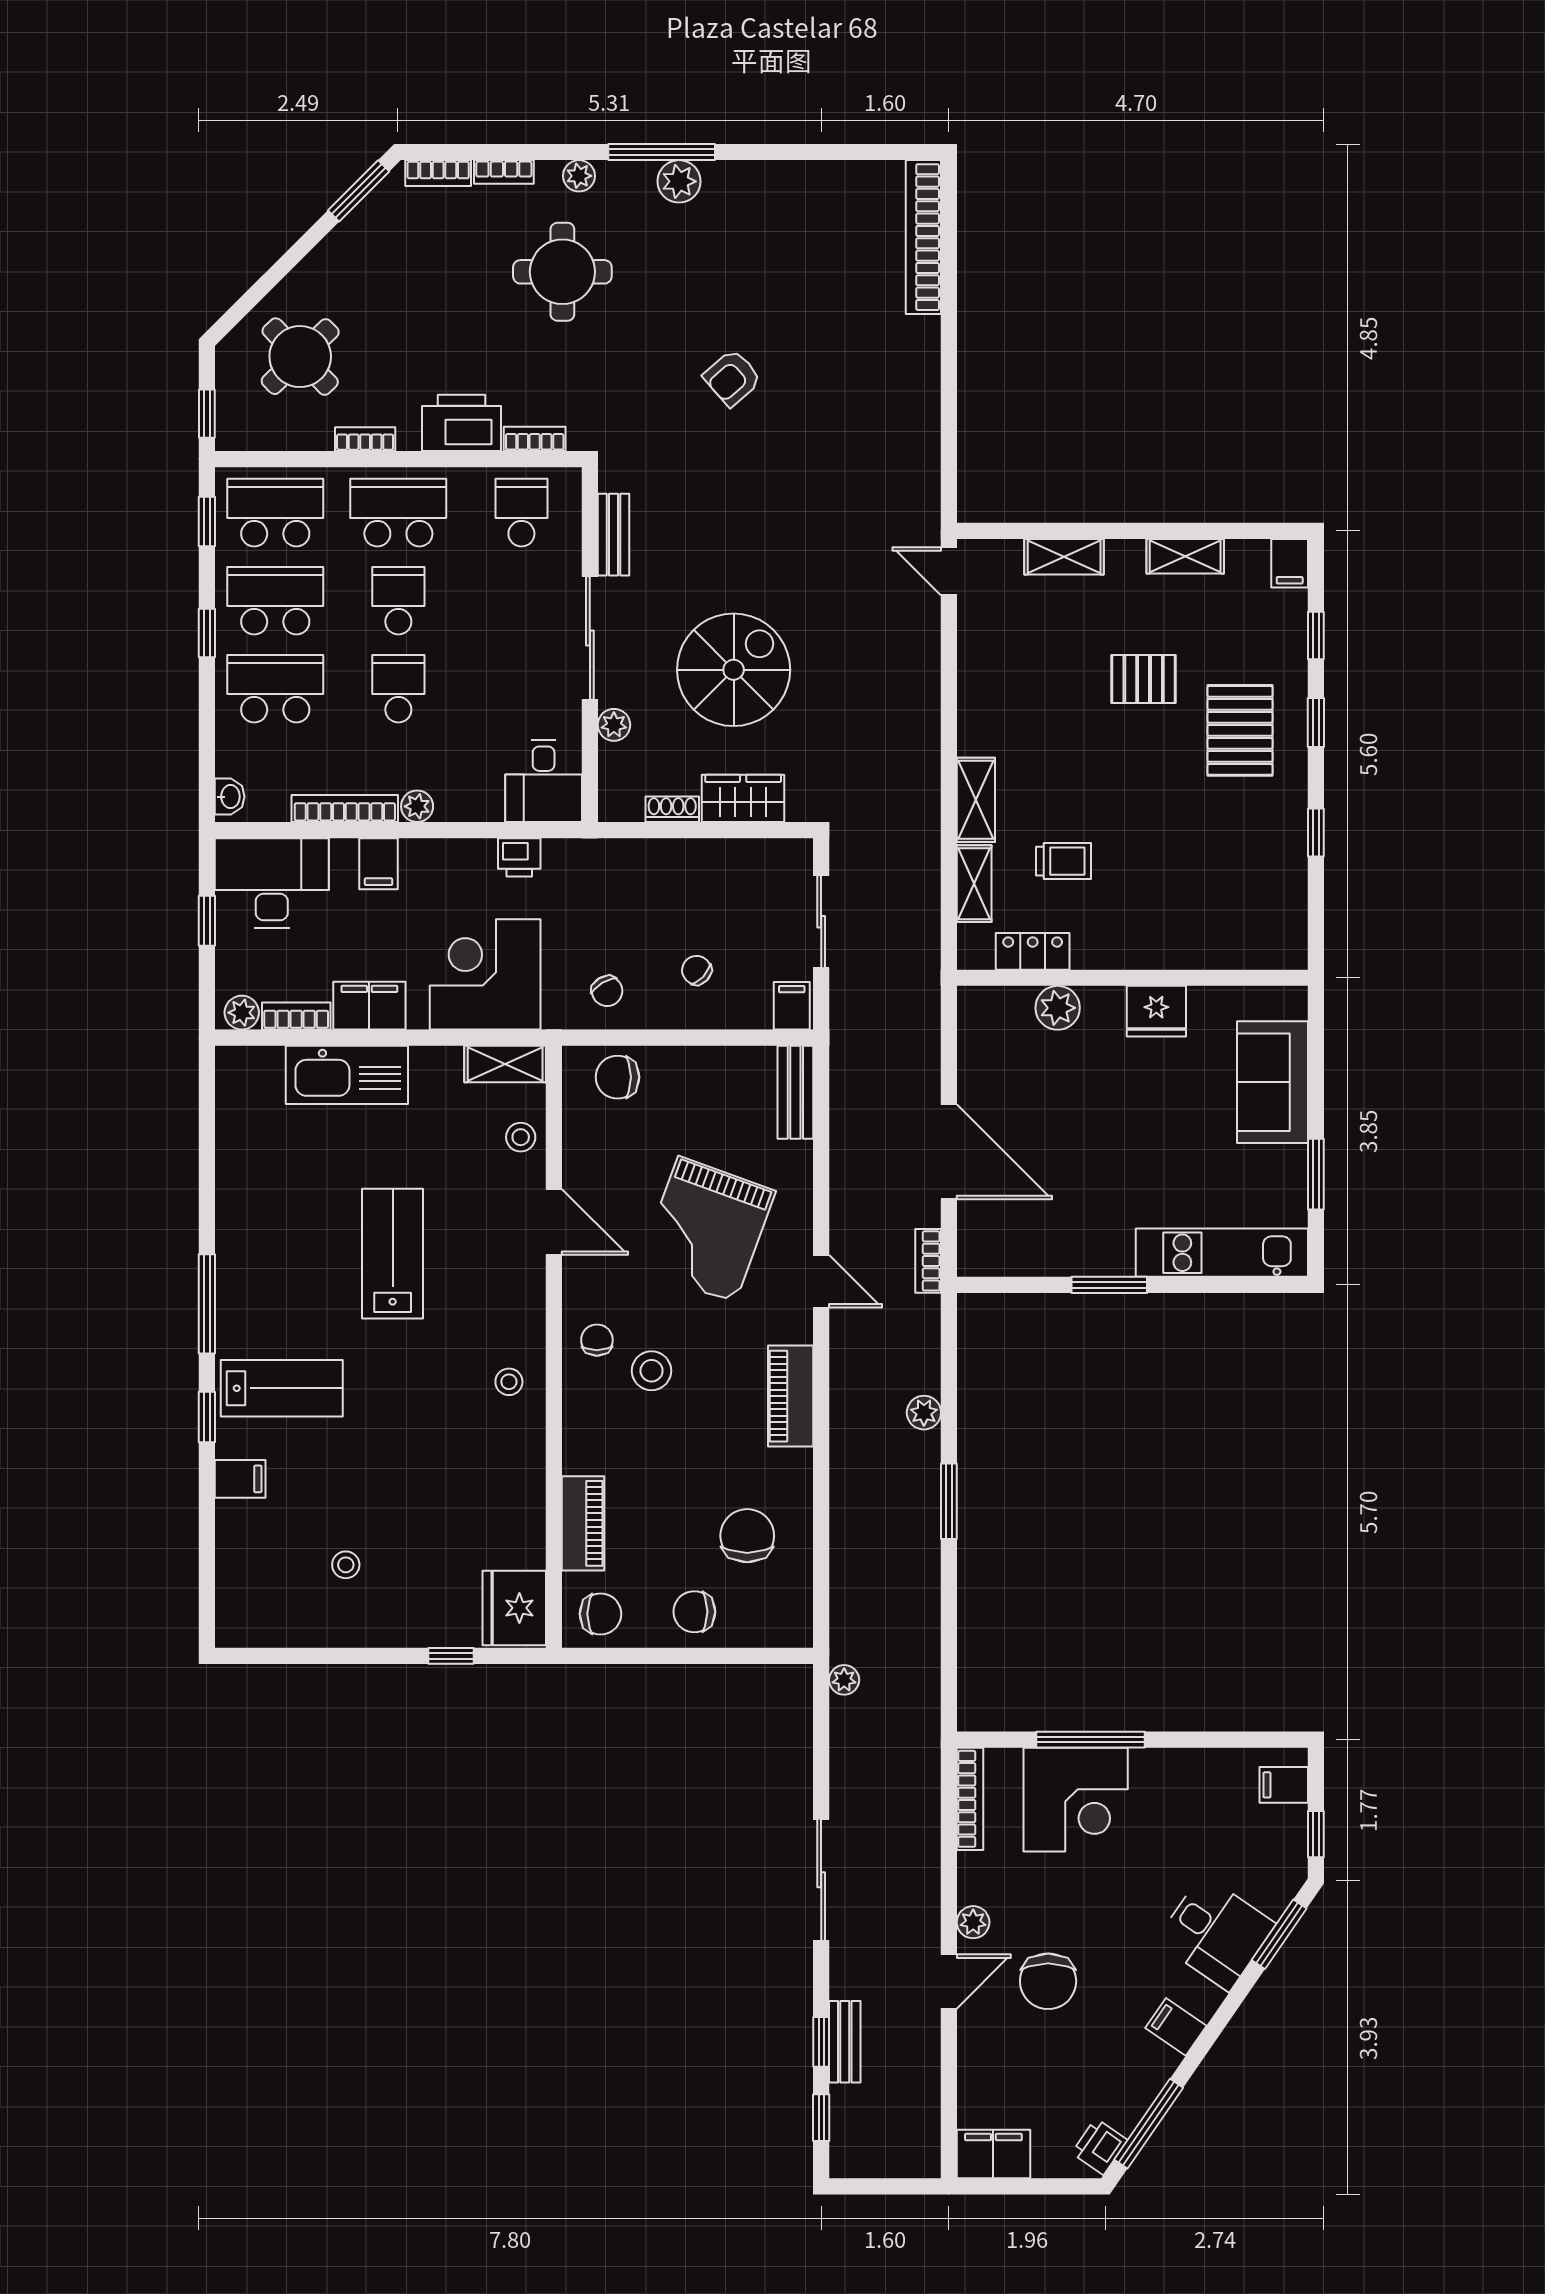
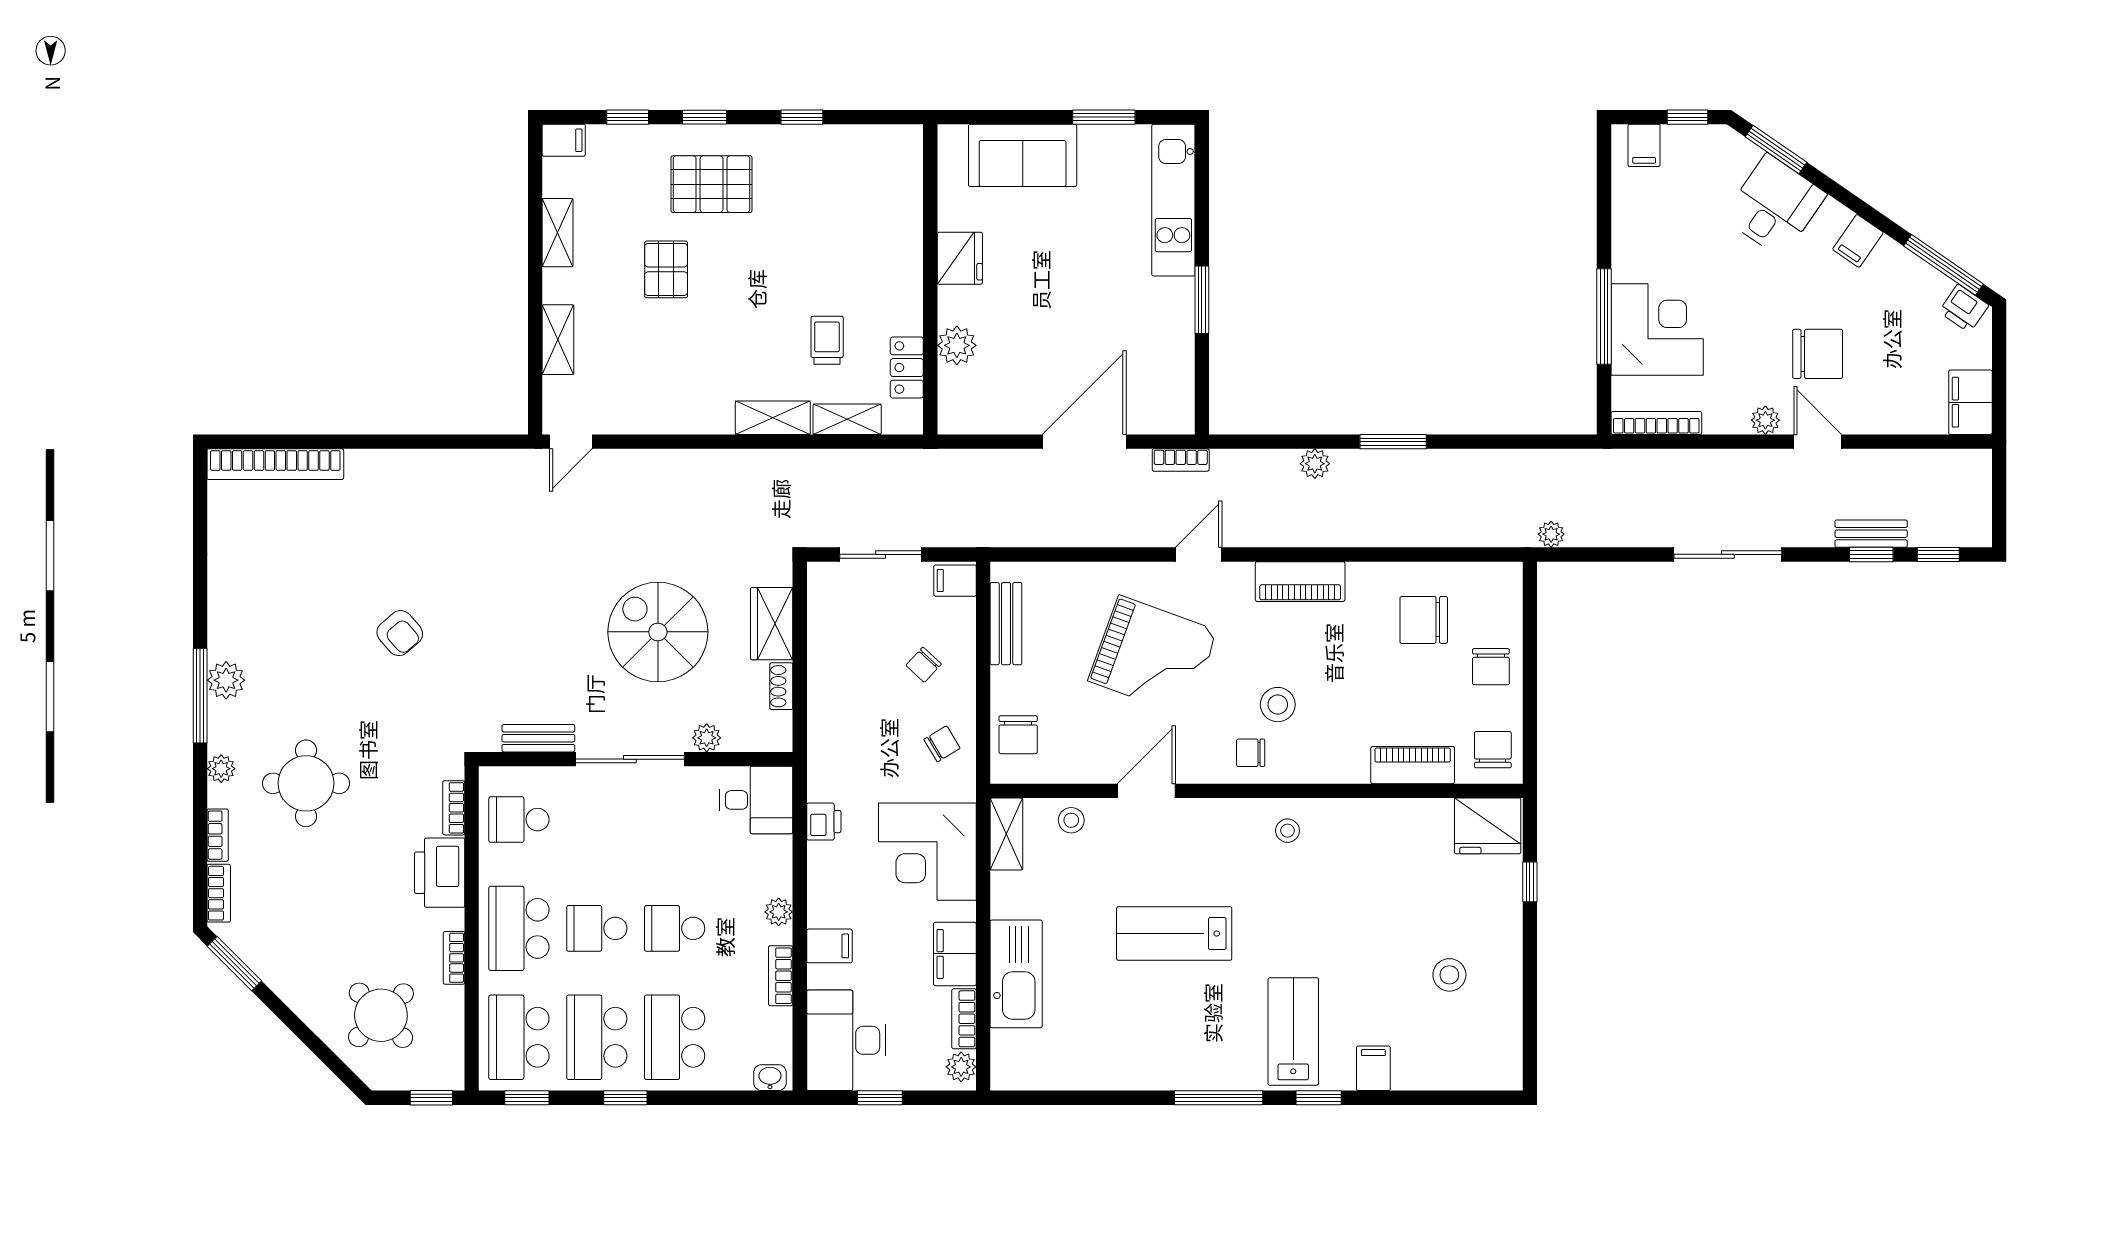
bookcase: (345, 809) -> (781, 976), width x0.64
bench: (795, 1092) -> (1006, 624), moved, turned 90
stool: (346, 1565) -> (1449, 975), width x1.37, depth x1.37

